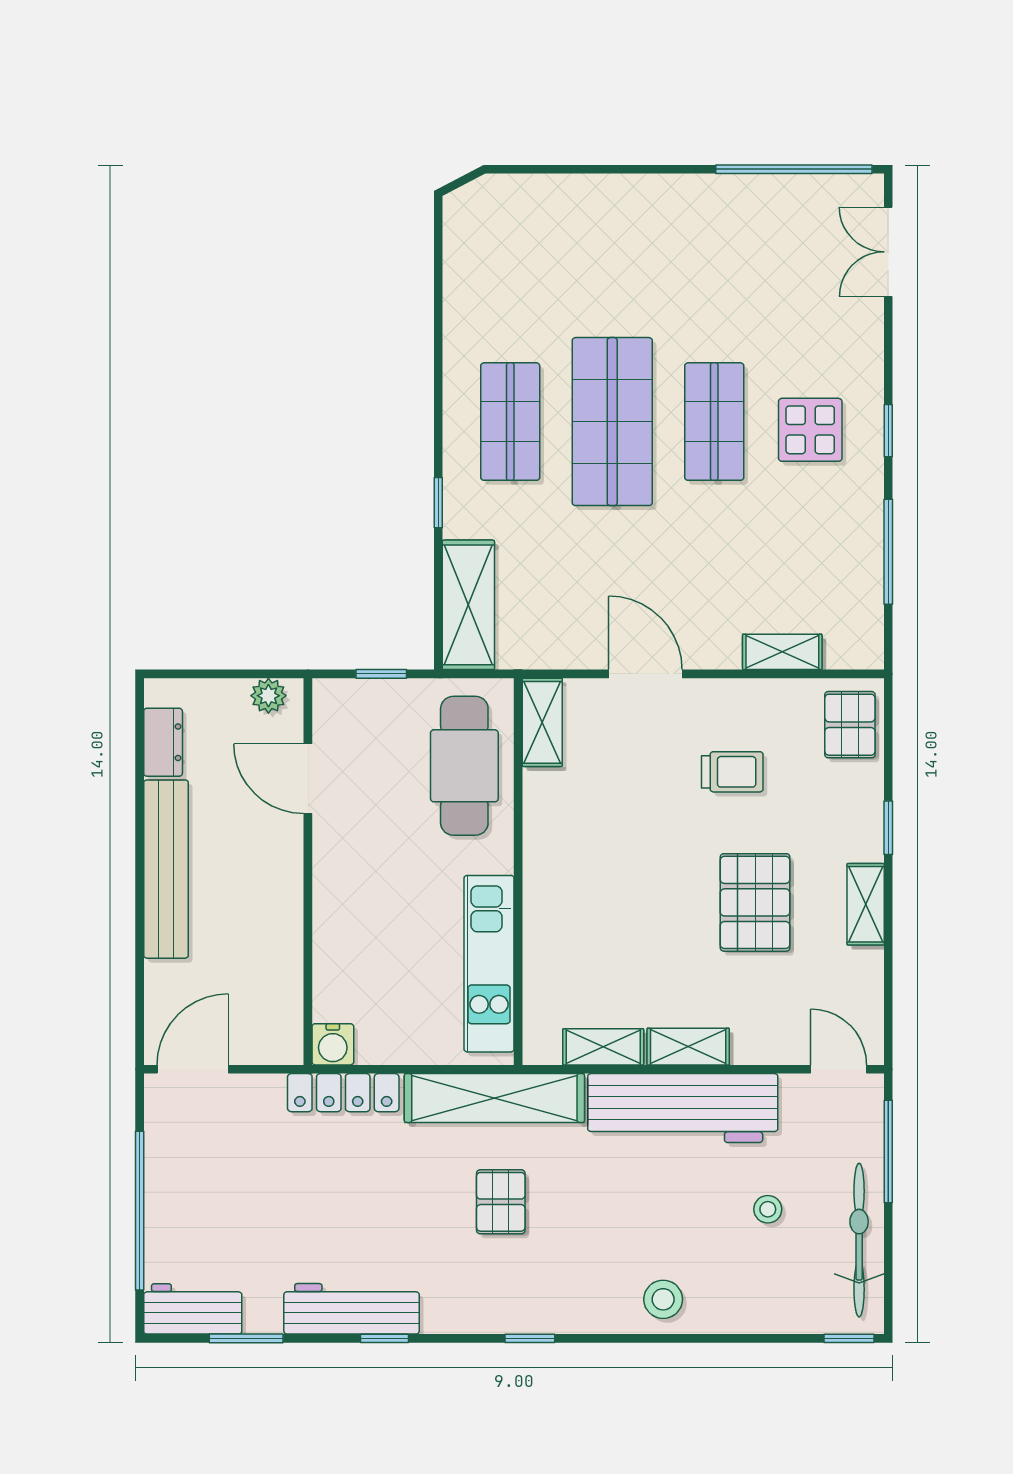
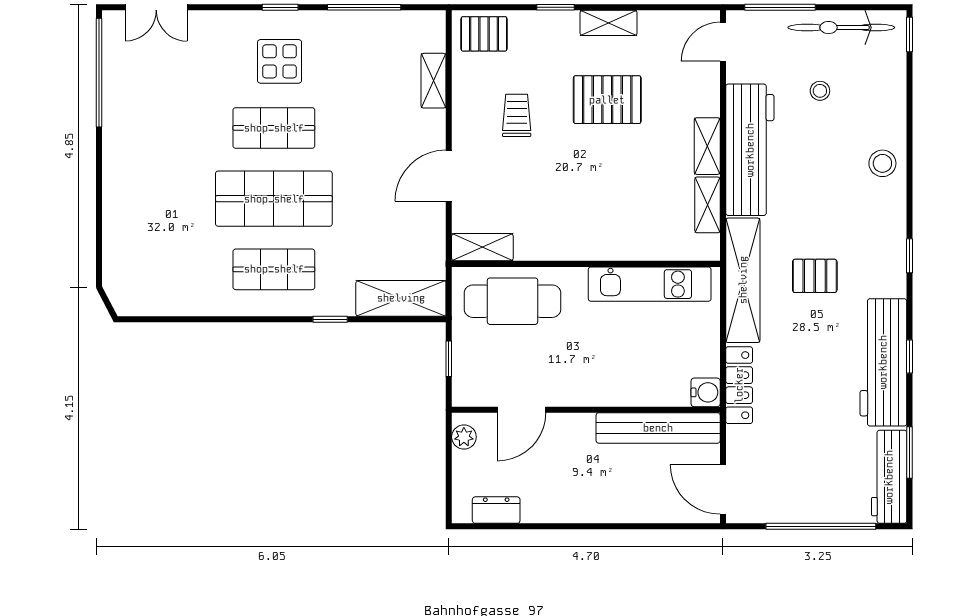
bench: (166, 869) -> (658, 428), moved
workbench: (193, 1309) -> (889, 477), width x1.38
workbench: (352, 1309) -> (883, 362), width x1.36, depth x1.32

